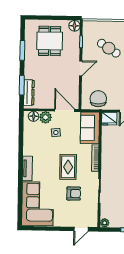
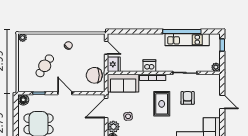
dishwasher: (107, 155) -> (149, 66), added
rug: (68, 167) -> (162, 104), turned 90
door: (81, 229) -> (222, 102), moved

